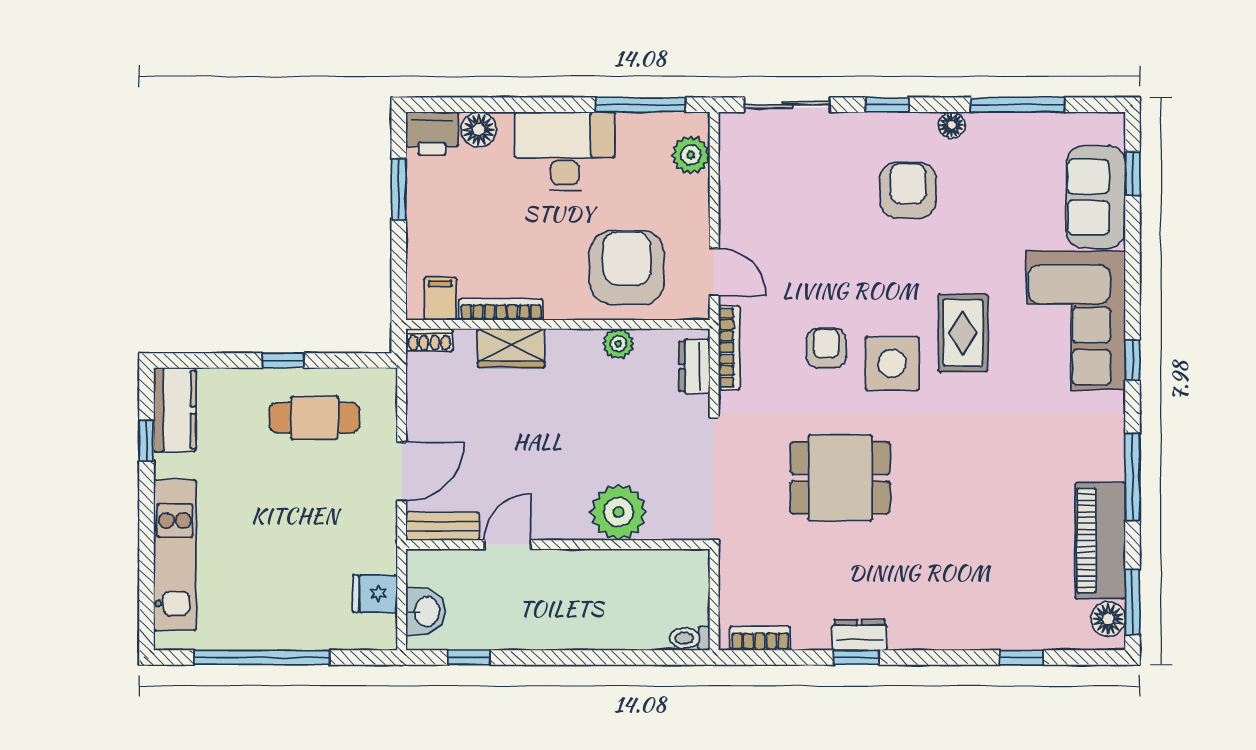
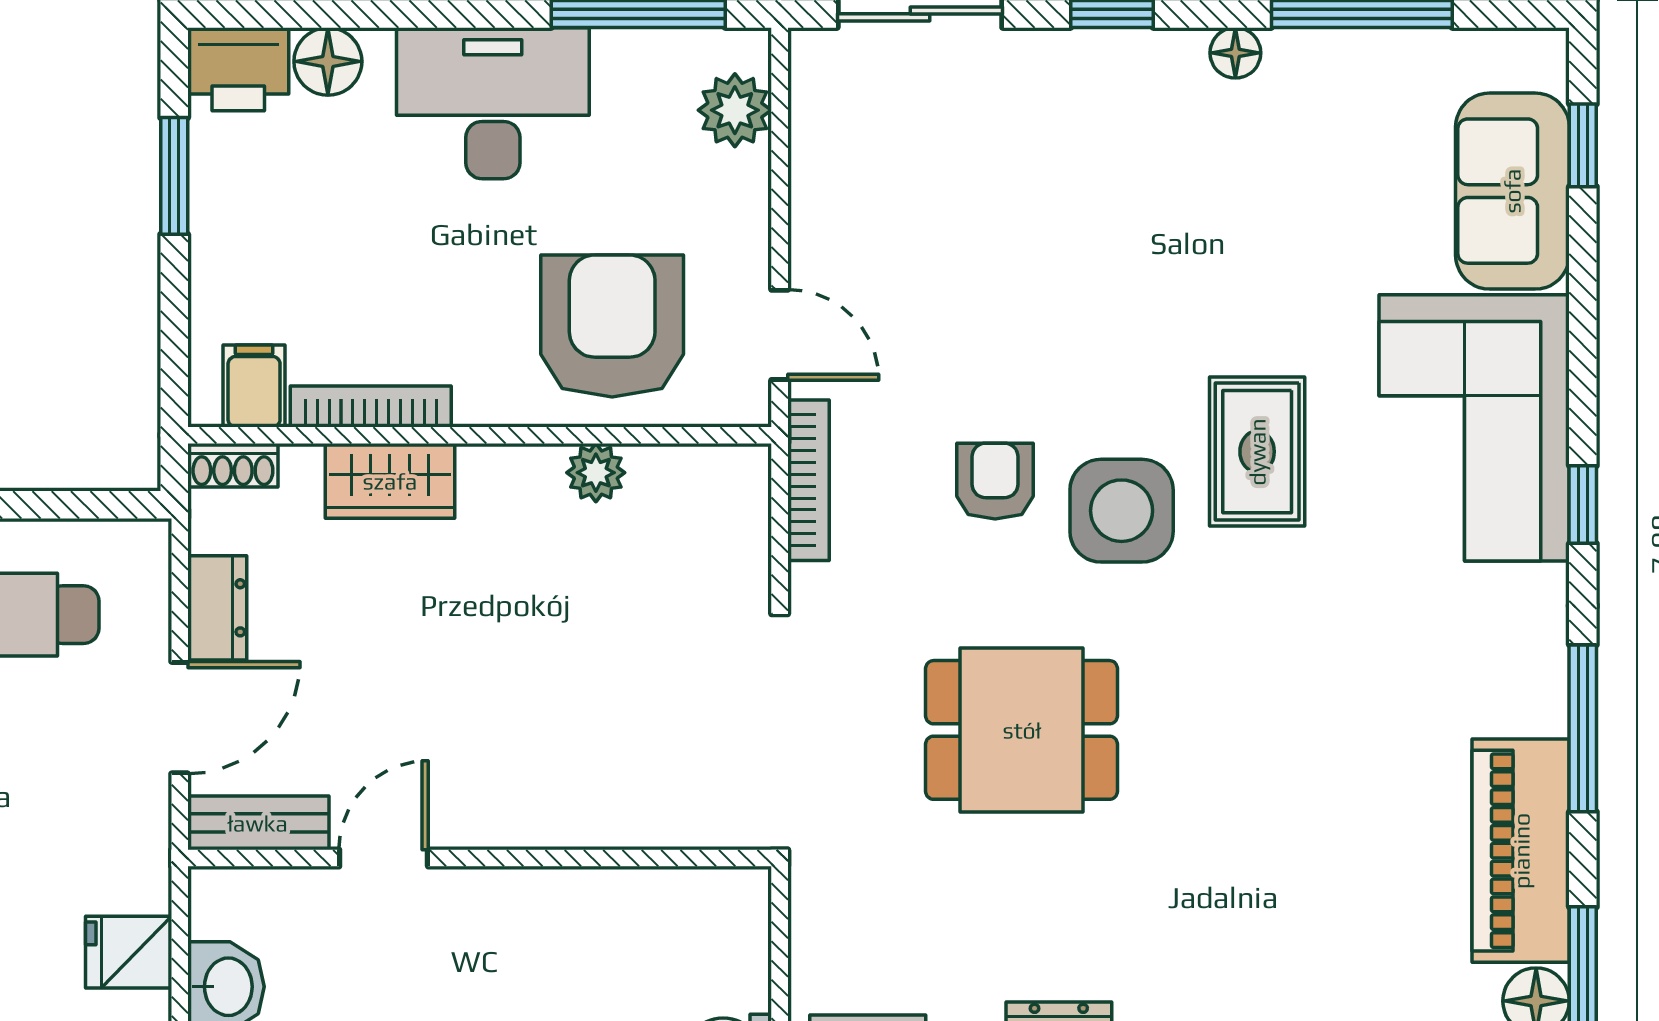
armchair: (908, 190) -> (1152, 178), removed
dresser: (695, 366) -> (217, 608), moved, turned 180
plant: (619, 512) -> (596, 796), removed

